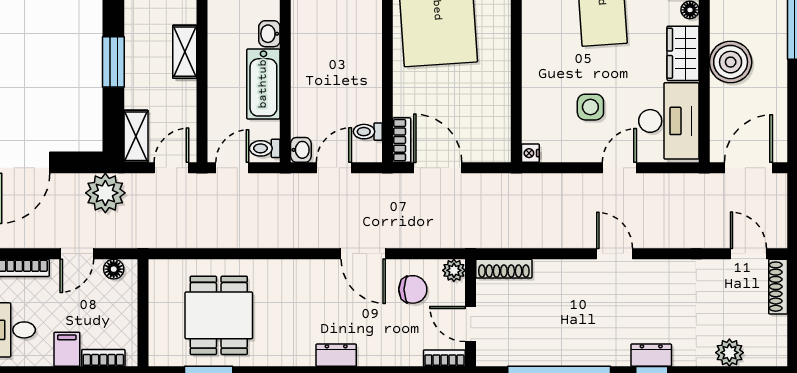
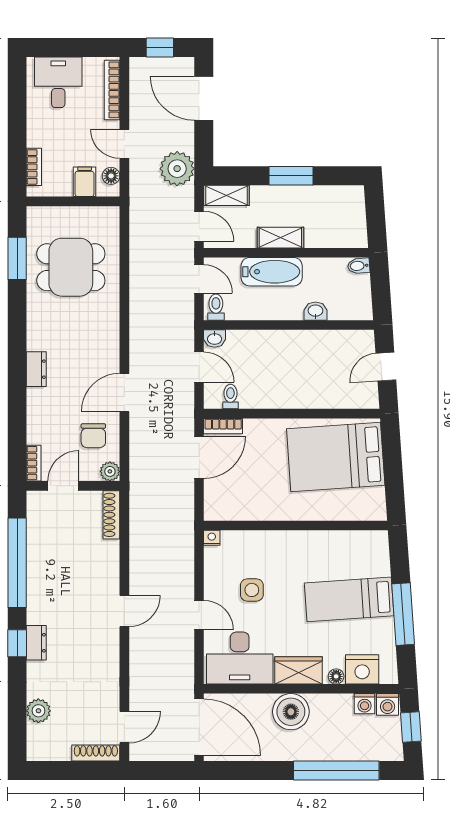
shelving: (185, 52) -> (280, 238), moved
bathtub: (263, 84) -> (272, 272), moved, turned 180
door: (749, 168) -> (199, 727), width x1.36
filing cabinet: (67, 349) -> (85, 182), moved, turned -90

